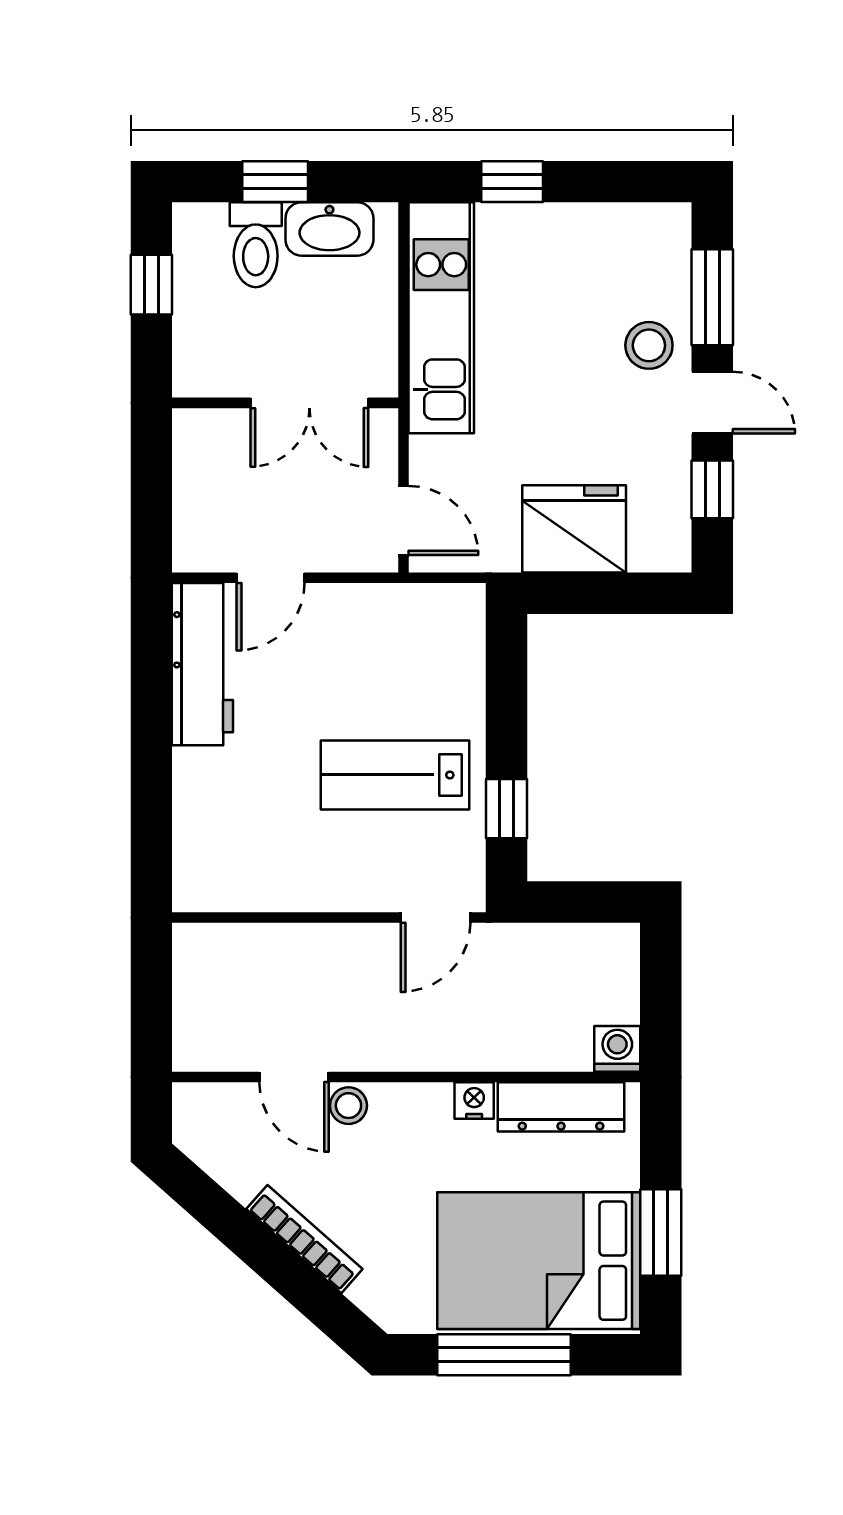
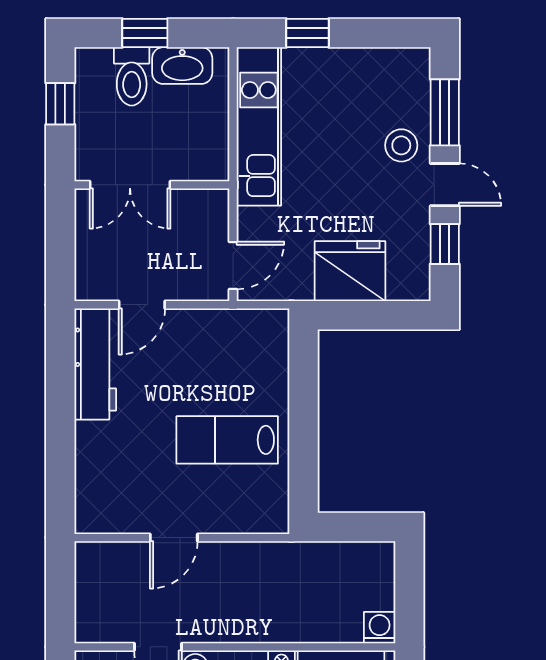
double door: (309, 403) -> (130, 185), moved
door: (404, 521) -> (233, 265), hinge flipped
window: (506, 809) -> (304, 463), removed
door: (436, 917) -> (174, 538), moved

